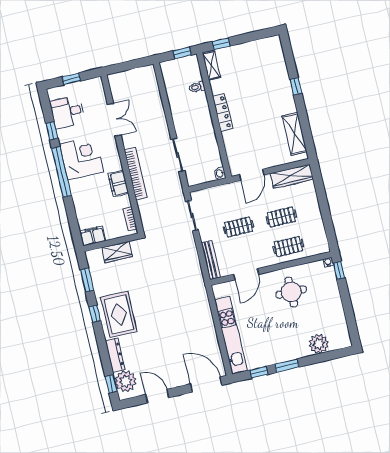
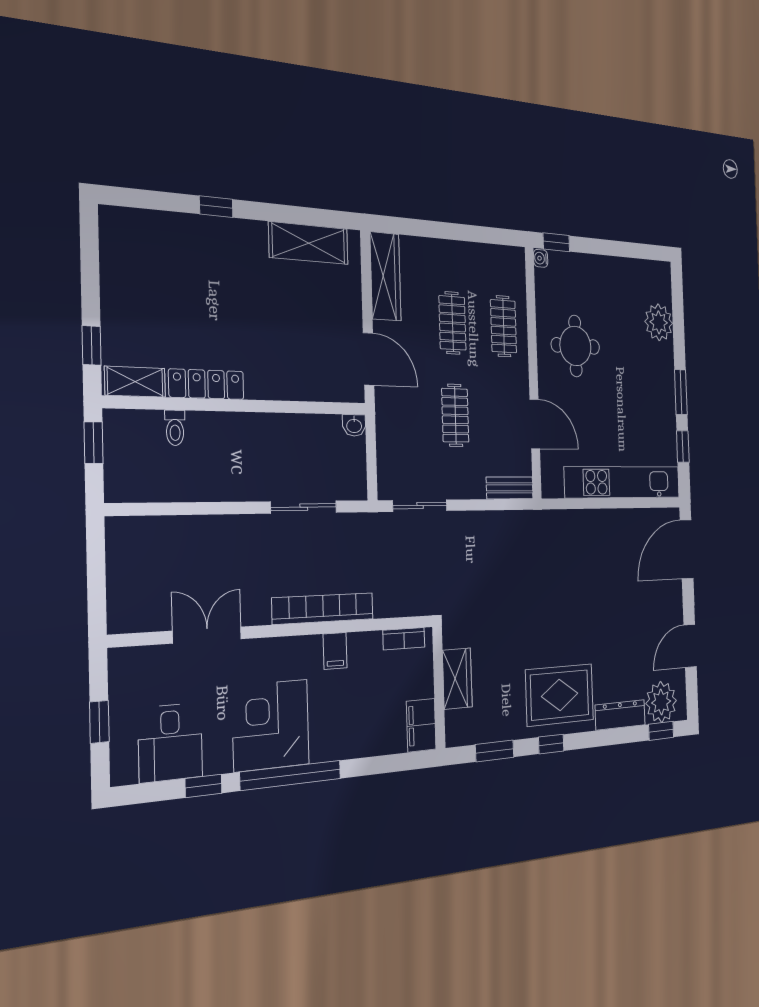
locker: (223, 113) -> (206, 384), moved
filing cabinet: (118, 183) -> (335, 651), width x0.50
bench: (211, 260) -> (510, 488), width x0.73

